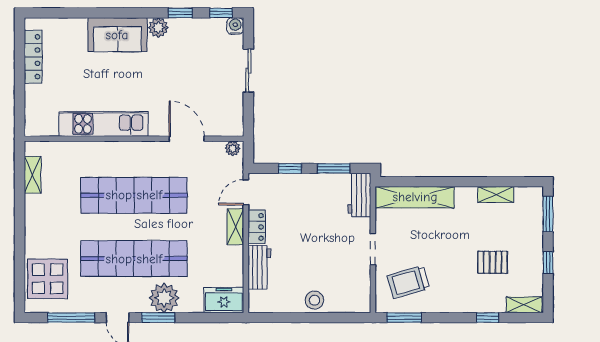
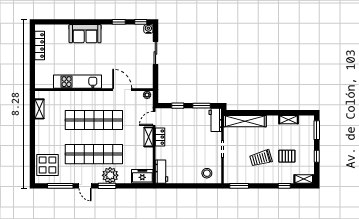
plant: (158, 28) -> (107, 30), removed
workbench: (259, 267) -> (161, 172), moved
trolley: (408, 282) -> (261, 158), moved
stool: (314, 300) -> (207, 173), moved

